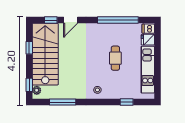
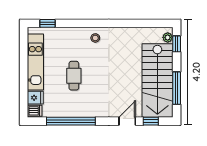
window: (29, 48) -> (177, 88), width x2.17
window: (63, 102) -> (137, 23), removed
window: (127, 102) -> (47, 23), moved

